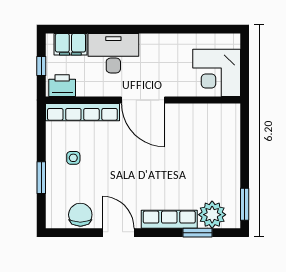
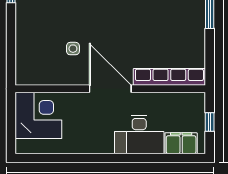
printer: (62, 86) -> (189, 103), removed
side table: (73, 158) -> (73, 49), moved

